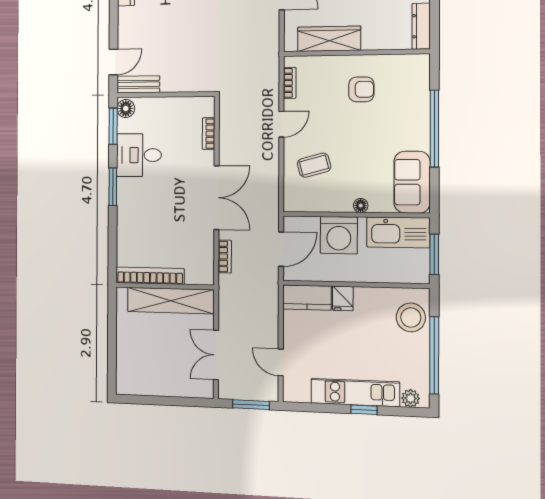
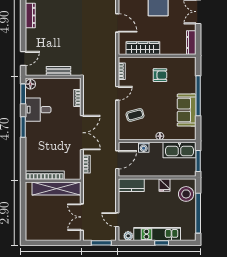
bench: (138, 84) -> (58, 71), moved
sofa: (412, 182) -> (187, 110), moved
washing machine: (339, 235) -> (144, 147), width x0.53, depth x0.53
fridge: (343, 298) -> (164, 185), moved
plant: (411, 398) -> (128, 236), moved

